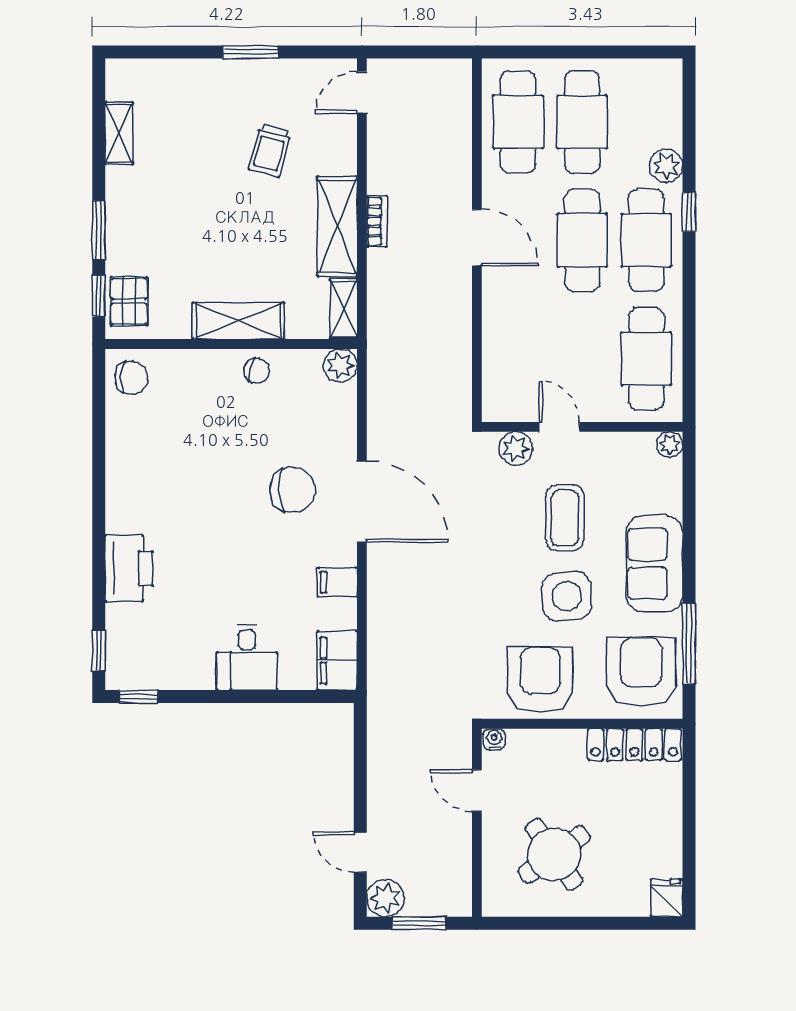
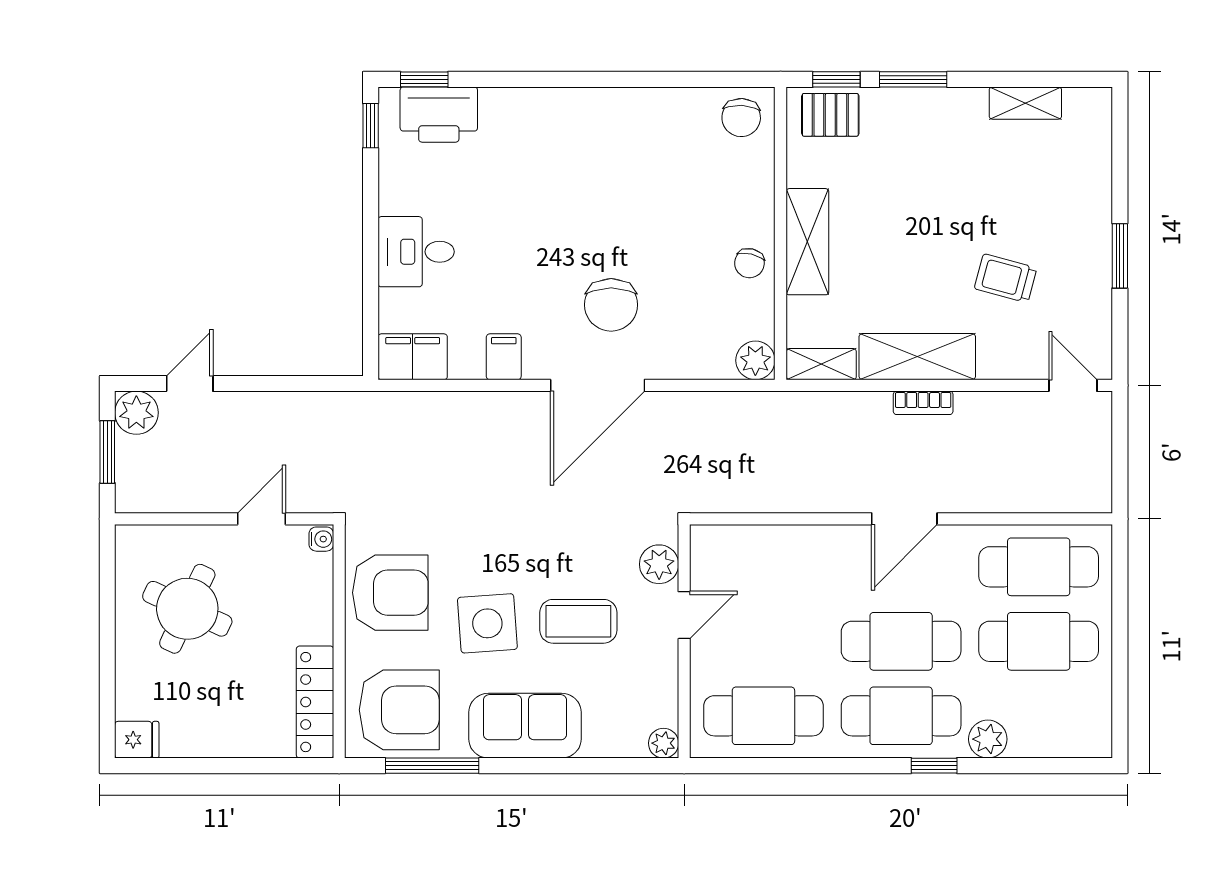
printer: (129, 568) -> (439, 115), moved
round table: (554, 854) -> (187, 609), turned -30

